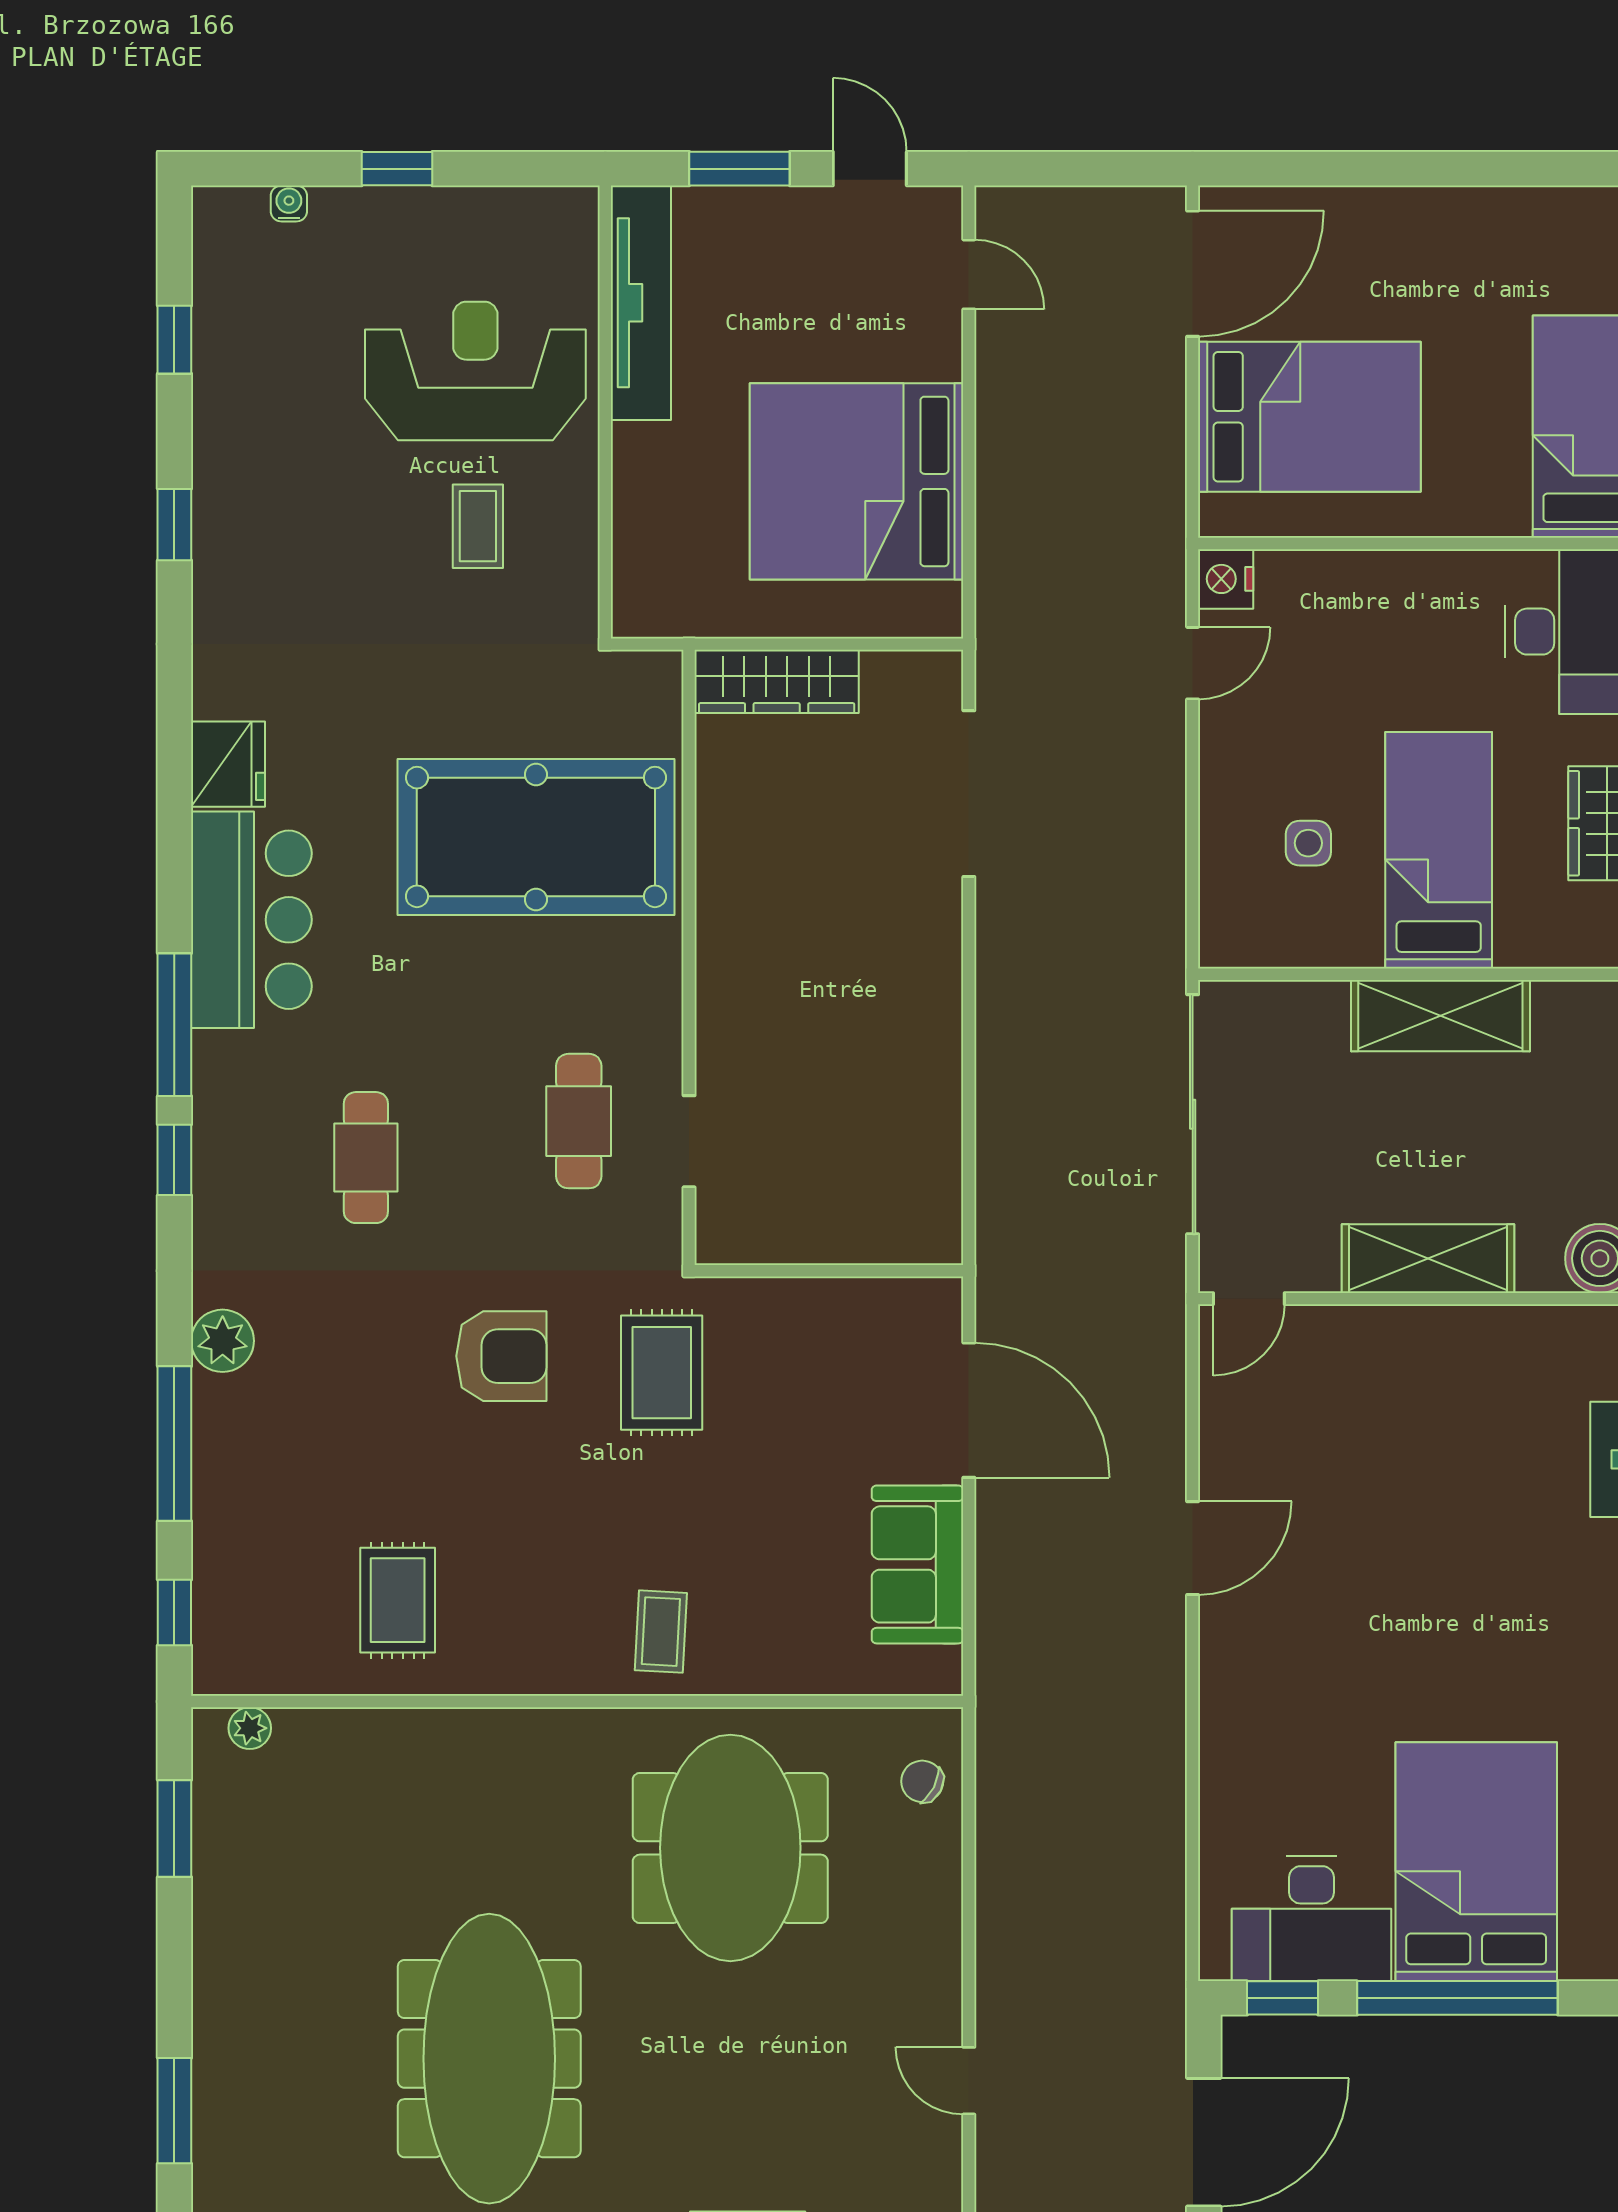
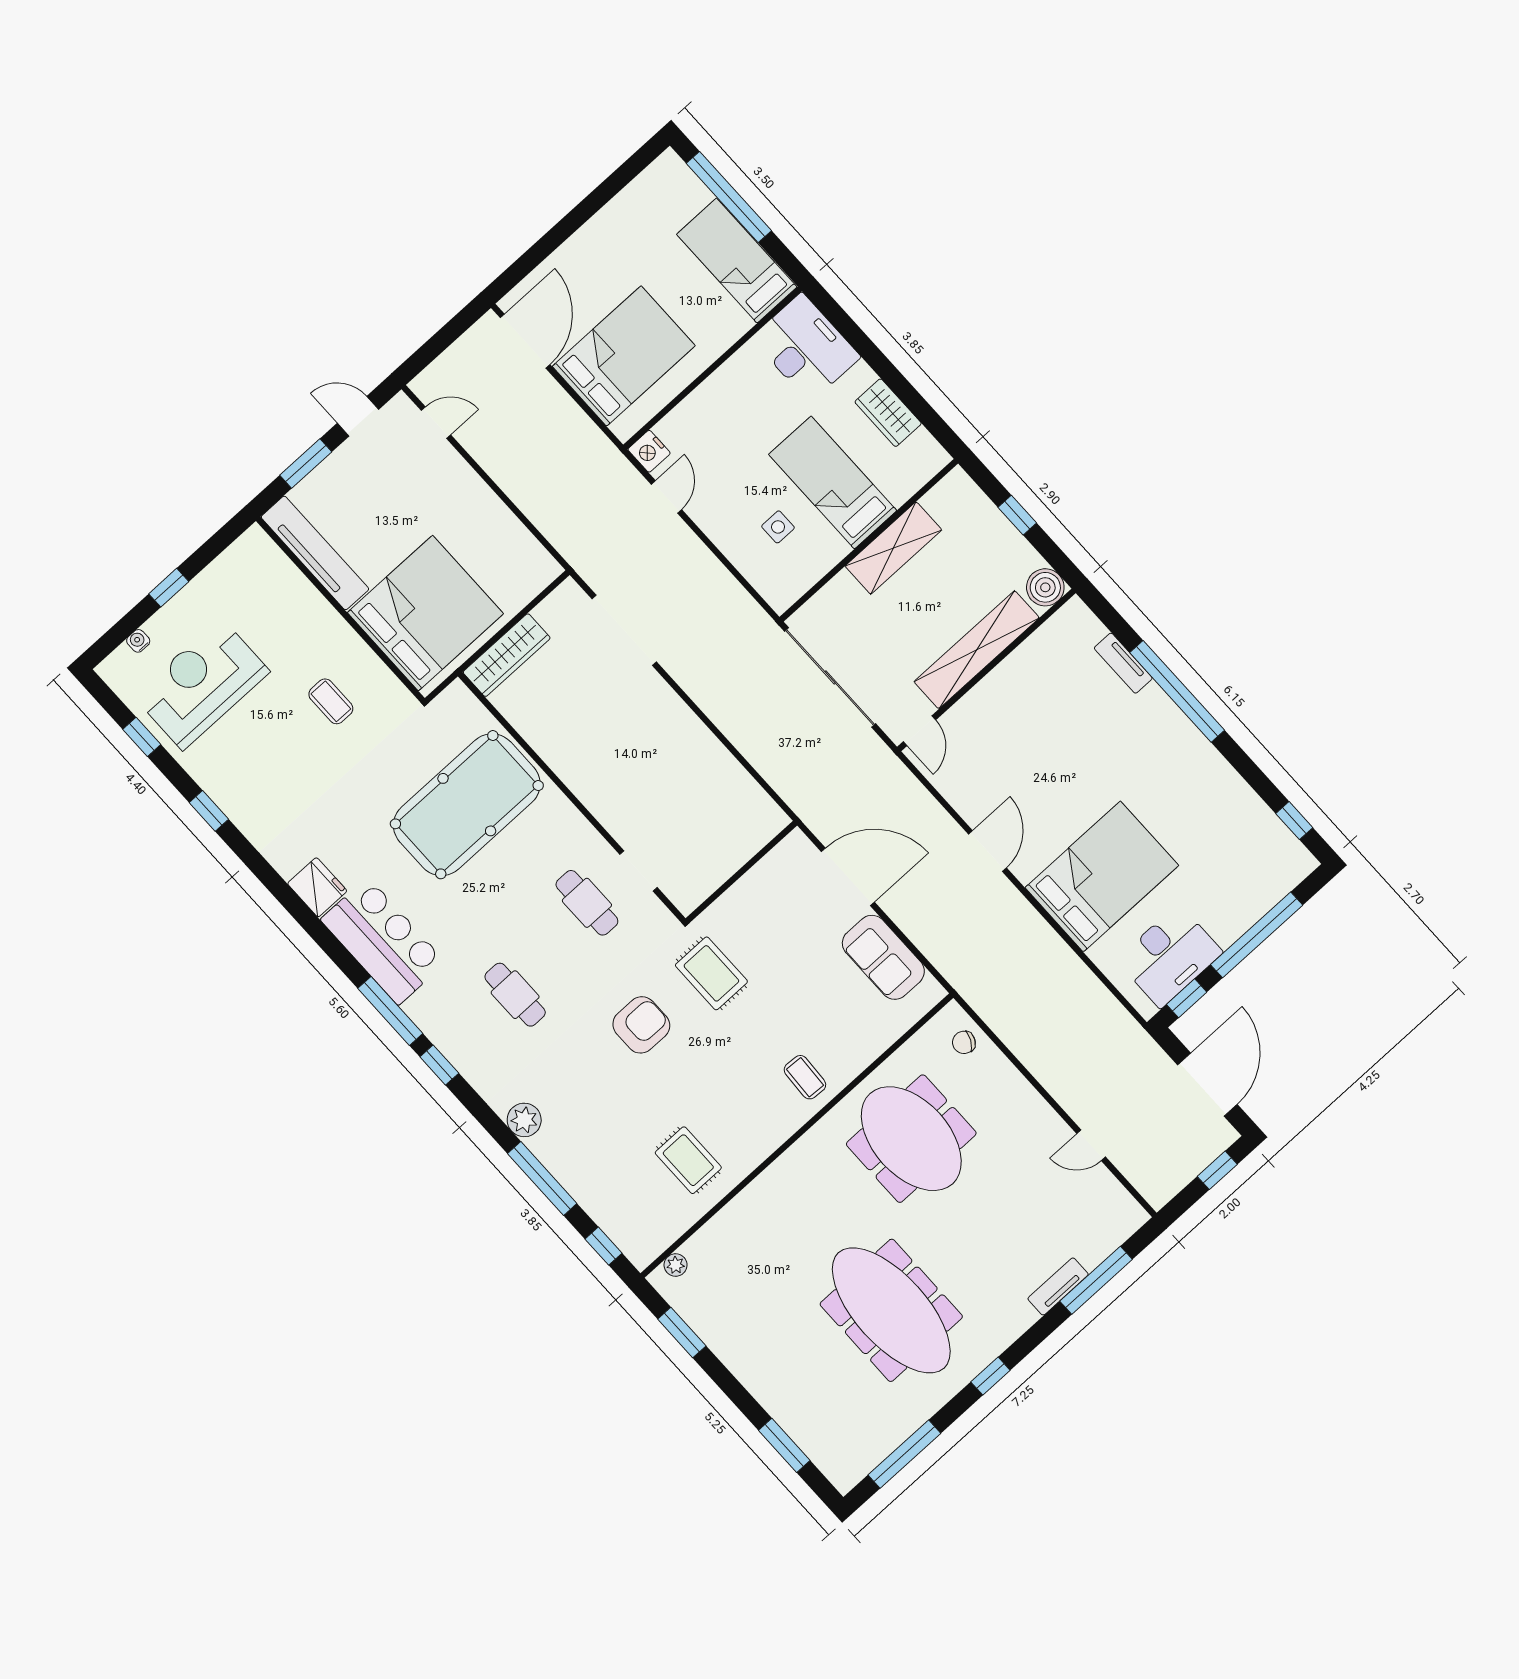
reception desk: (475, 371) -> (202, 684), moved
bed: (857, 481) -> (425, 613), moved, turned 180
shelving: (1428, 1259) -> (977, 650), width x1.47
bed: (1476, 1862) -> (1102, 877), moved, turned 90

